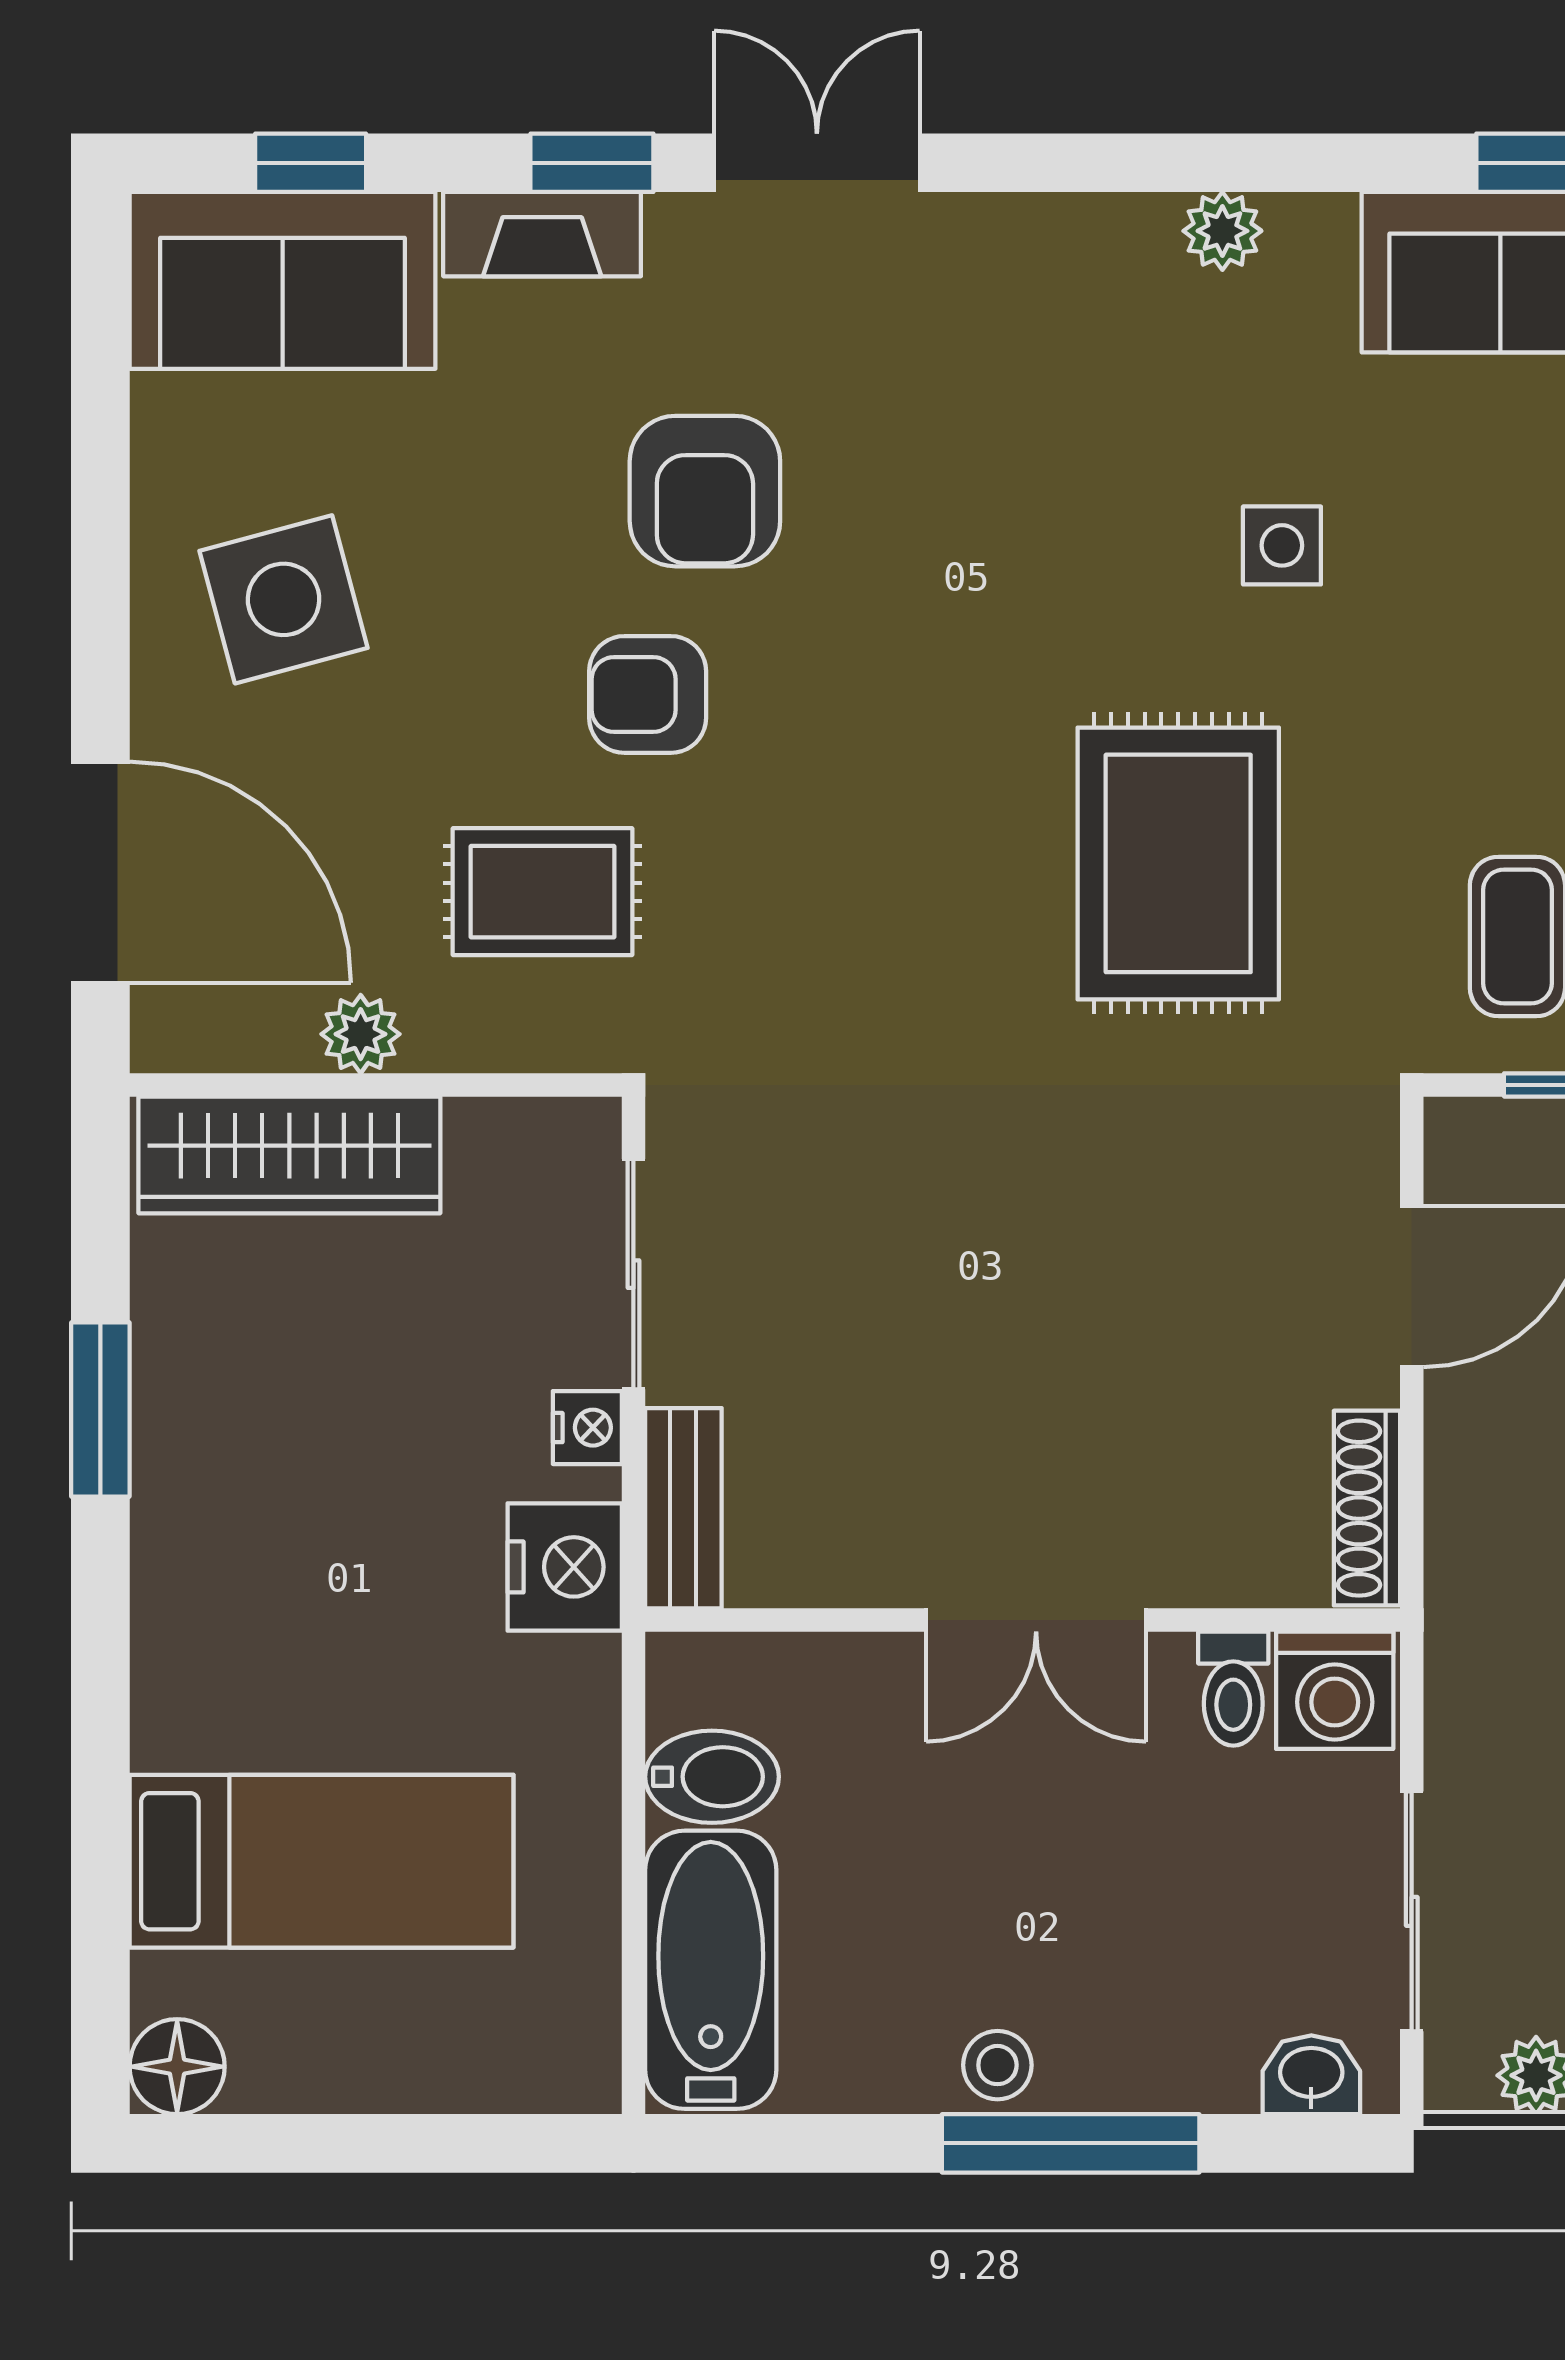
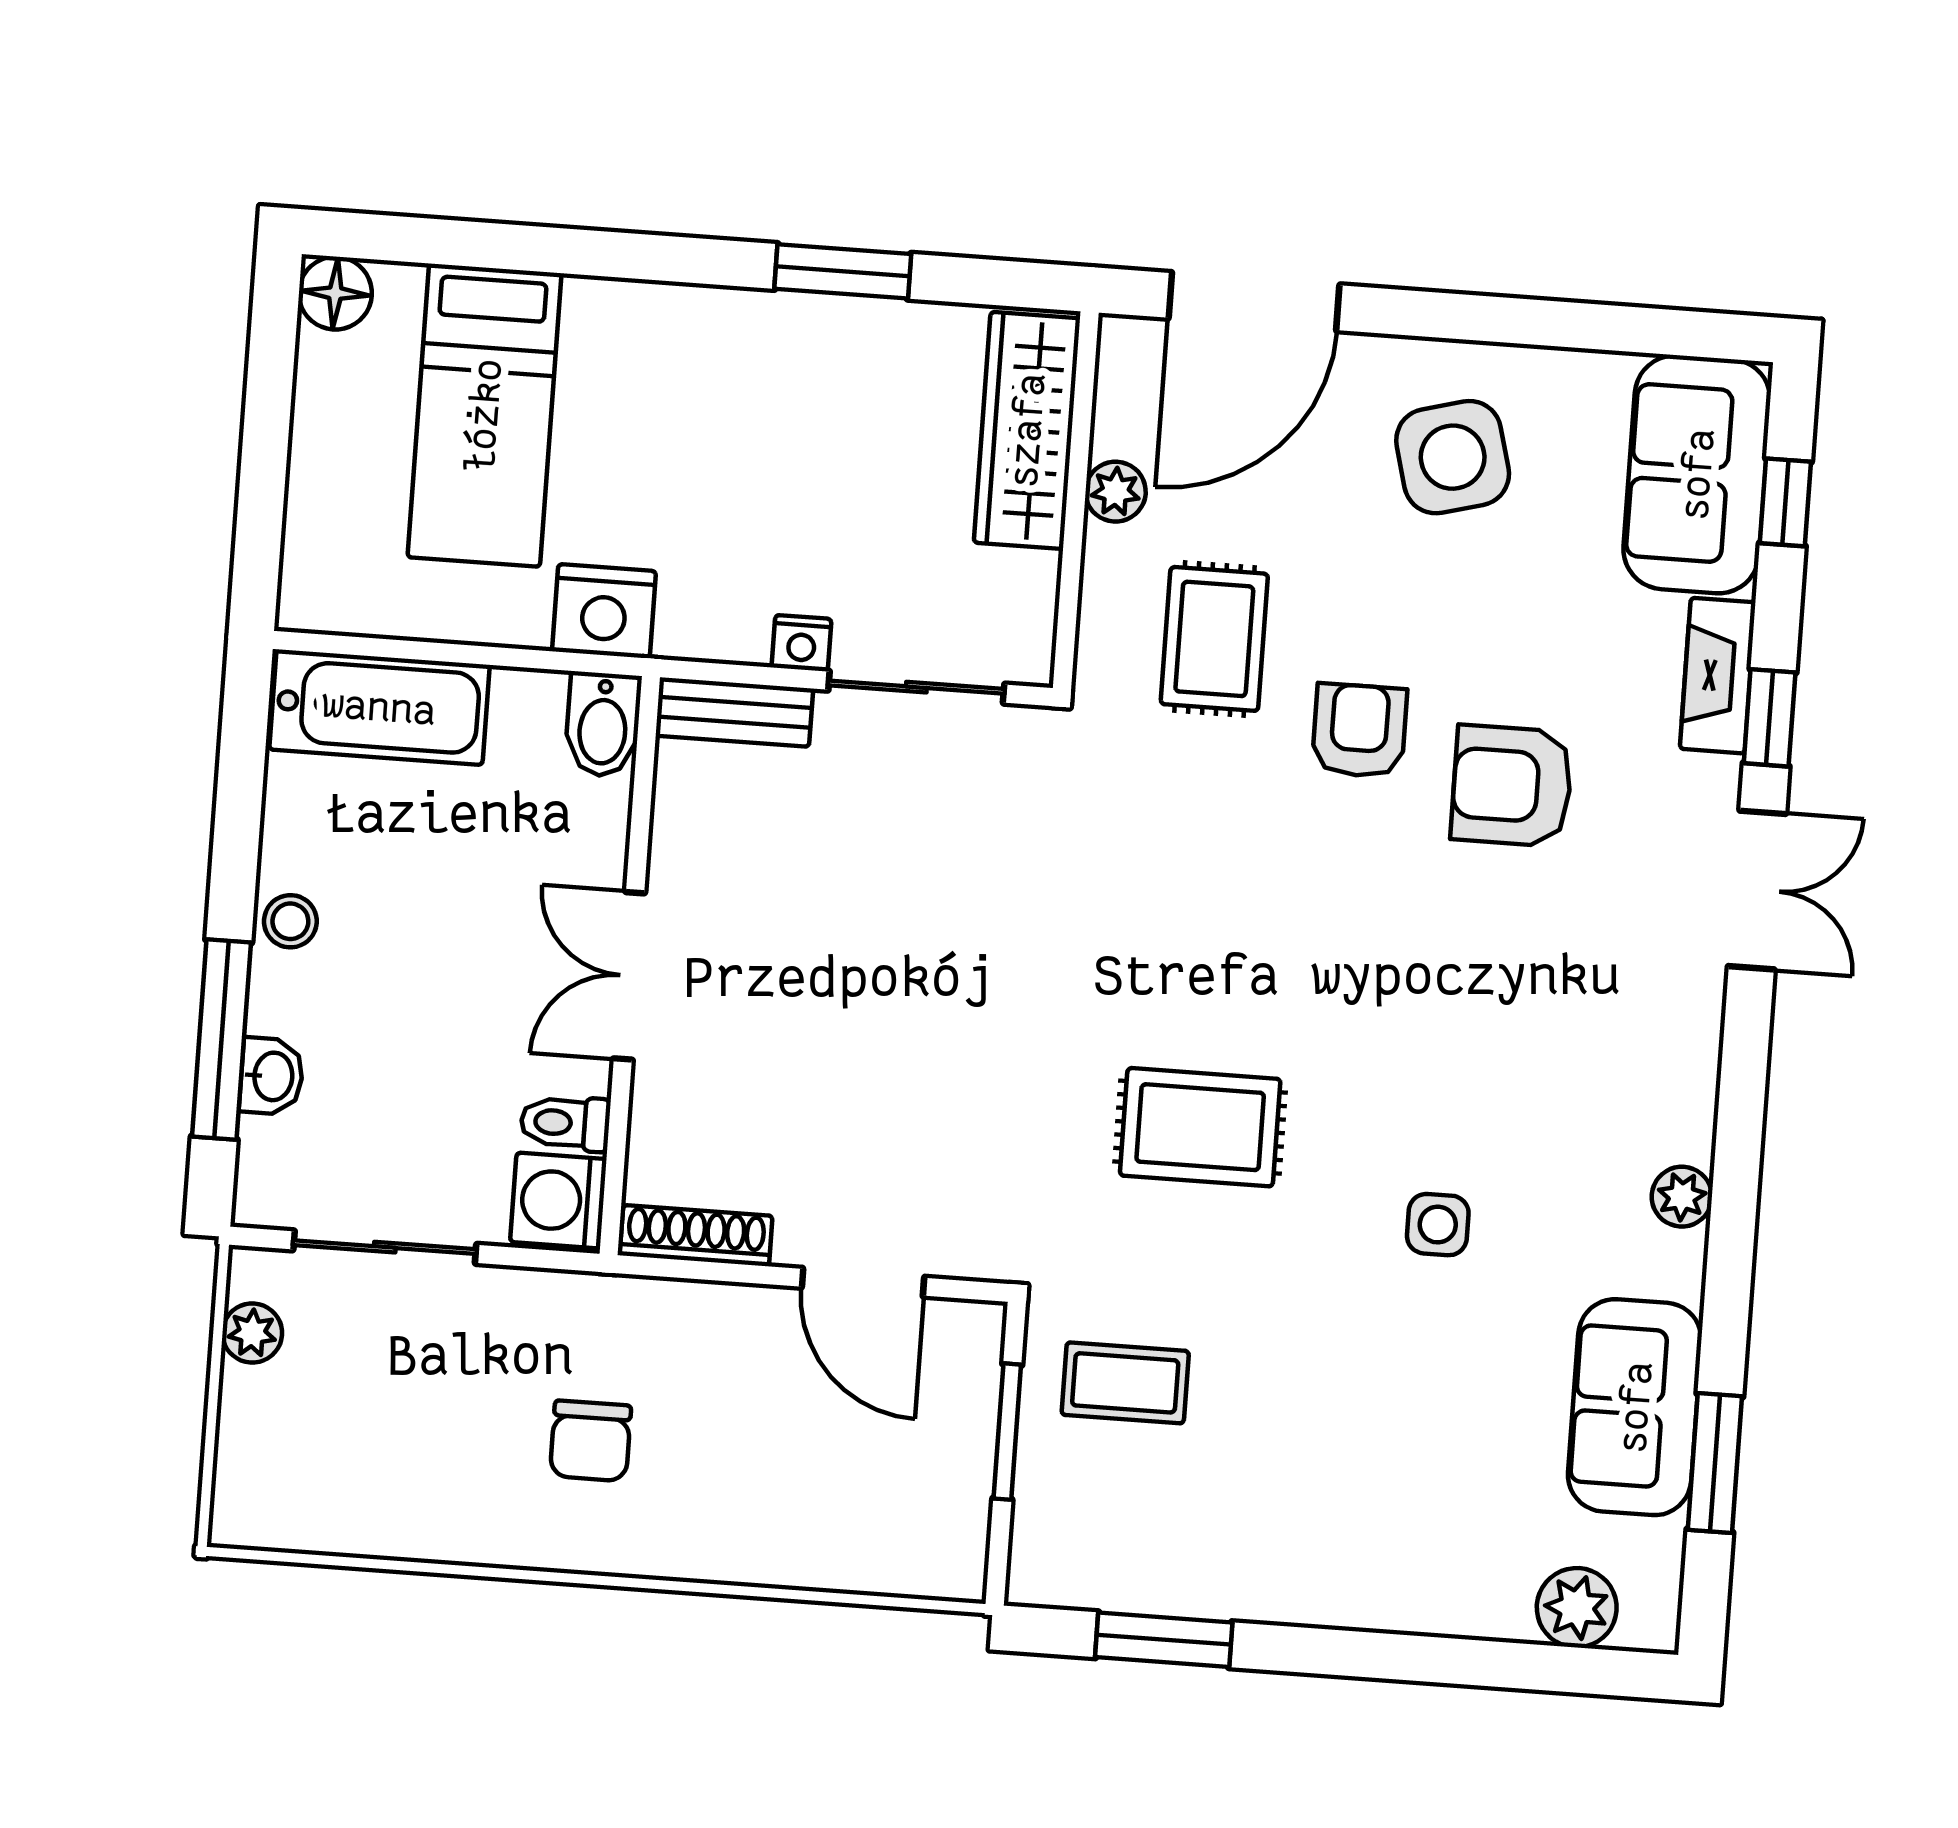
rug: (1178, 863) -> (1200, 1127), width x0.73, depth x0.70
nightstand: (565, 1567) -> (604, 611), moved
bidet: (712, 1777) -> (603, 725), moved
washbasin: (1311, 2075) -> (272, 1076), moved
window: (1071, 2143) -> (221, 1040), moved

